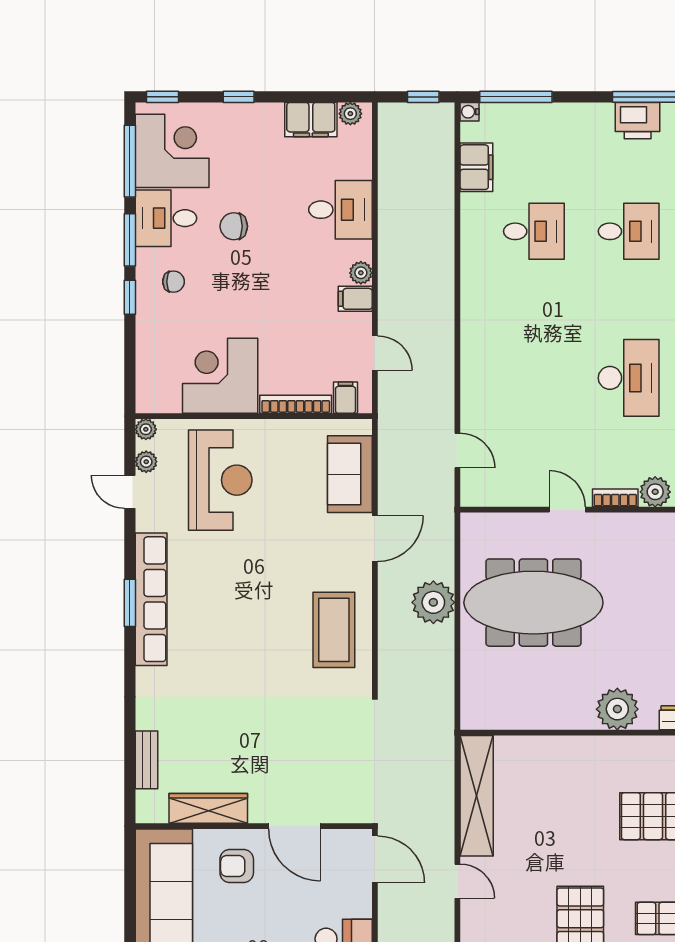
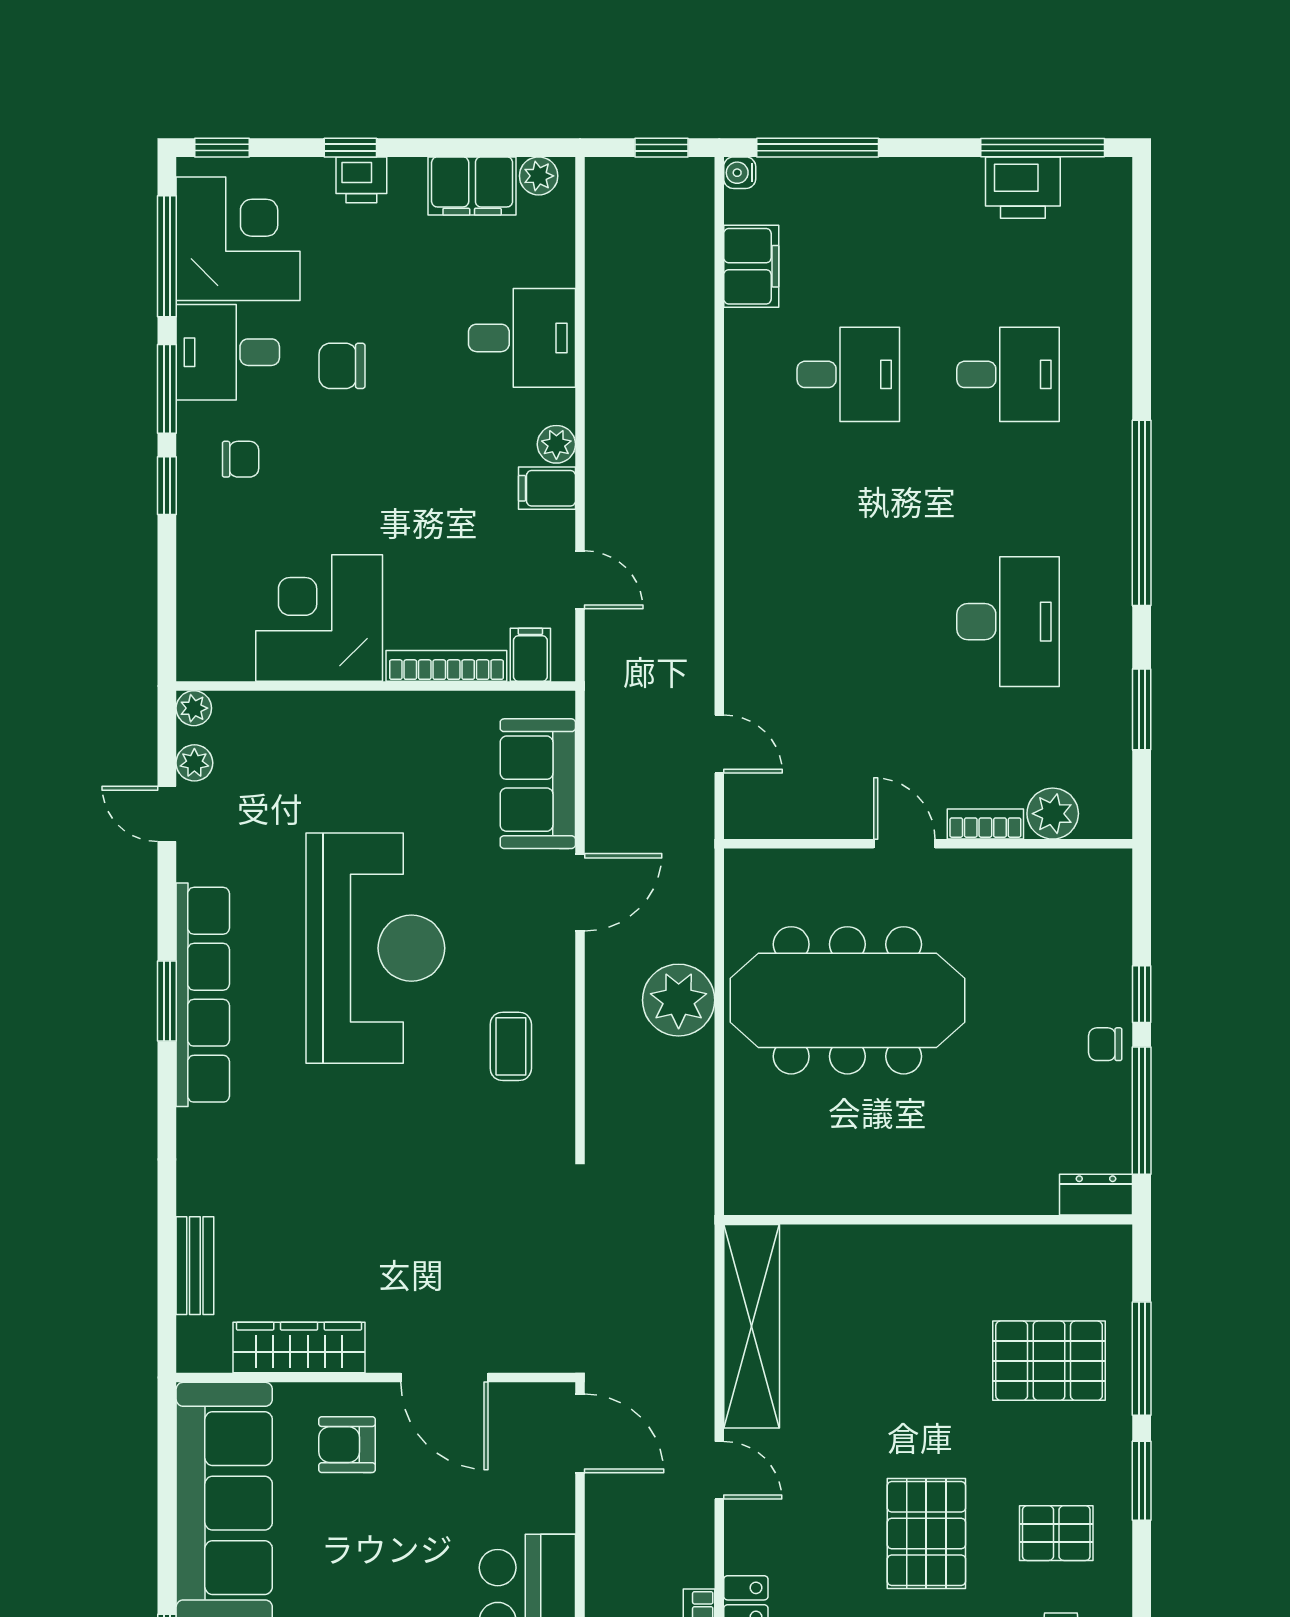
printer: (245, 116) -> (361, 180), added
reception desk: (220, 480) -> (375, 948), moved, width x1.36, depth x1.30
coffee table: (334, 630) -> (511, 1046), width x0.54, depth x0.58
plant: (617, 709) -> (989, 1180), removed

